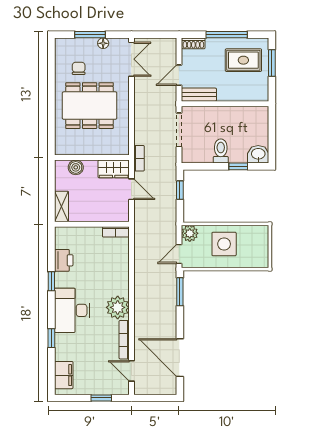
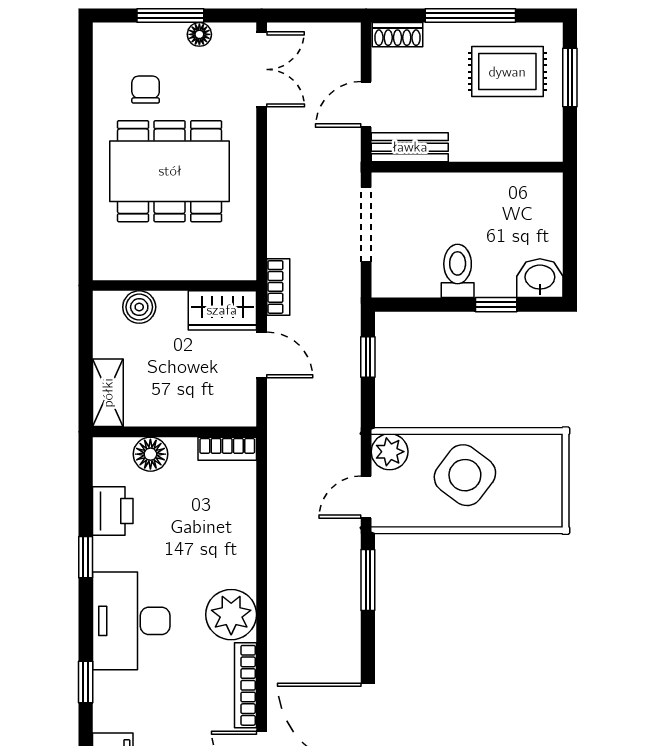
floor lamp: (81, 234) -> (150, 454), added
side table: (224, 244) -> (465, 475), turned 37

